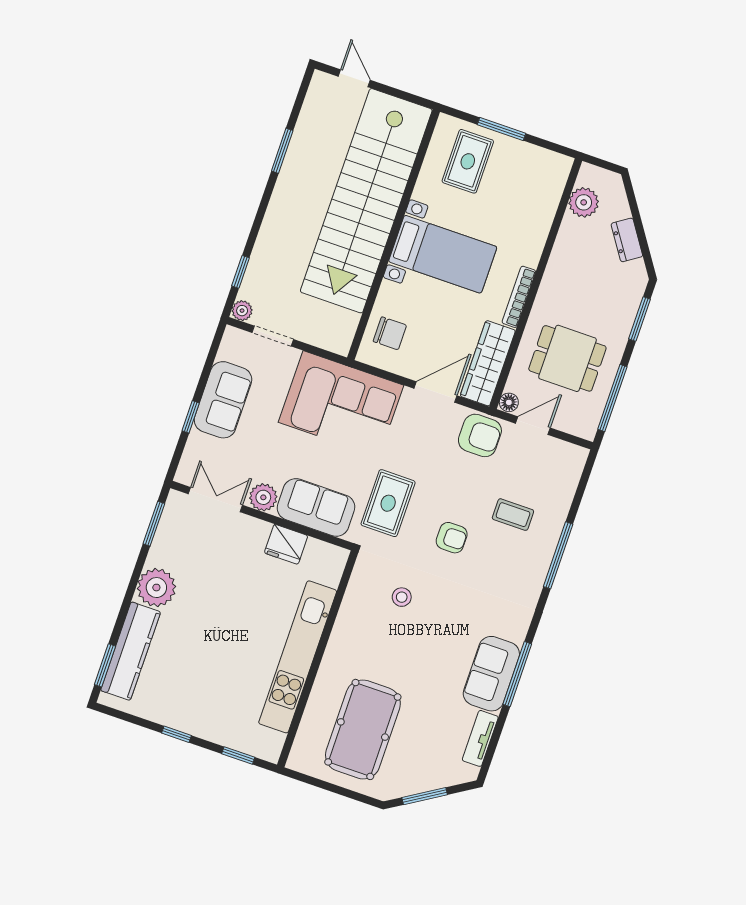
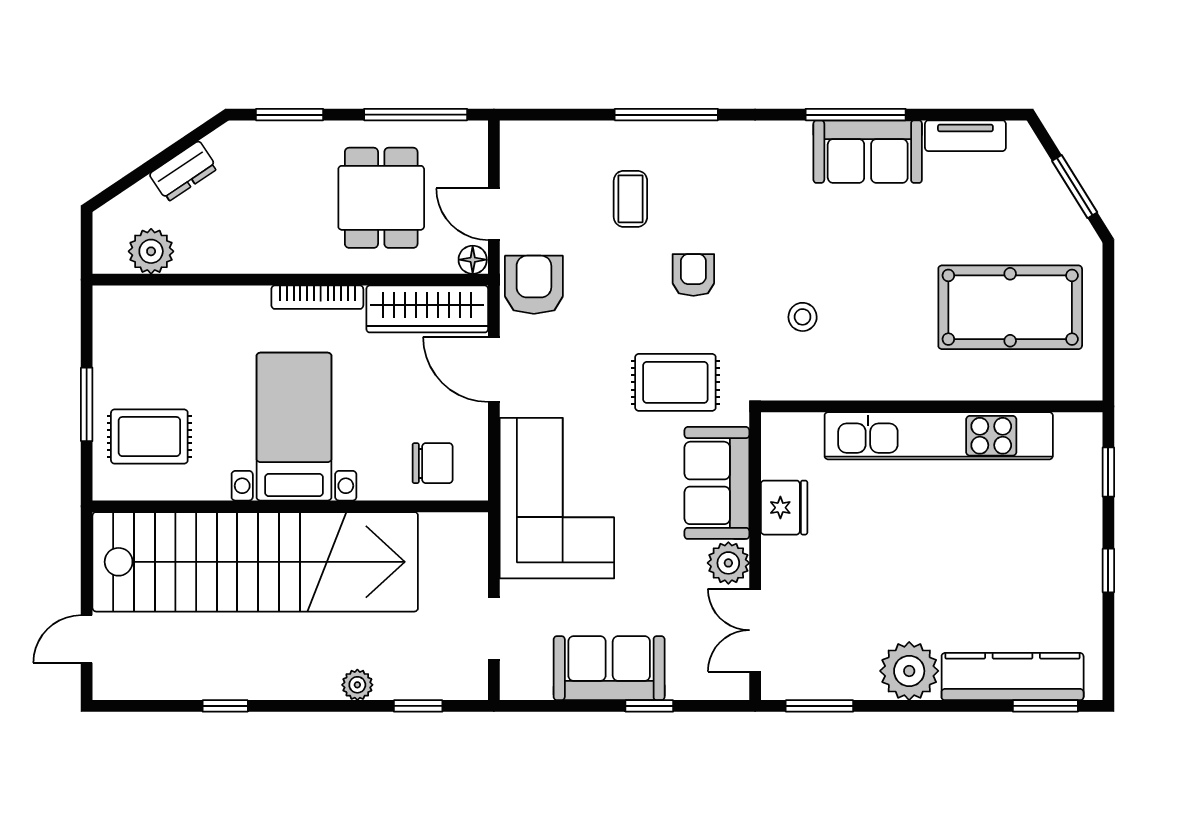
window: (282, 151) -> (225, 706), width x0.67
plant: (242, 311) -> (357, 685), moved
chair: (390, 333) -> (433, 463), turned 90

